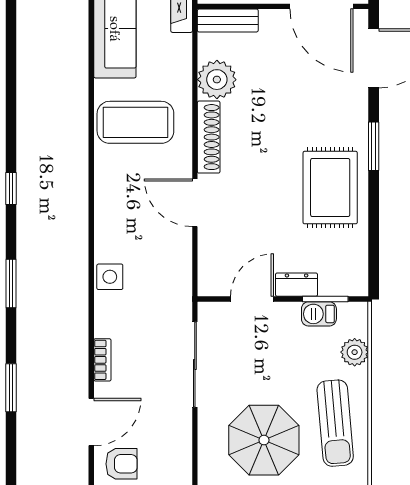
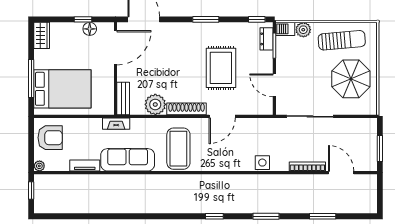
window: (374, 146) -> (206, 19), moved
rug: (330, 188) -> (221, 68), moved, turned 90
window: (374, 267) -> (257, 19), added
dresser: (297, 285) -> (267, 39), moved
barbecue: (319, 314) -> (285, 29), moved, turned 90
bookcase: (102, 360) -> (307, 167), width x1.56
armchair: (121, 464) -> (364, 156), removed

